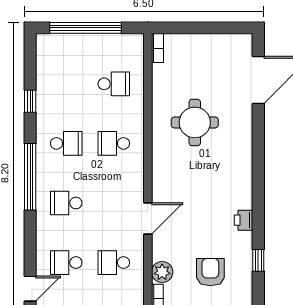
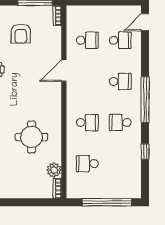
plant: (162, 272) -> (54, 170), moved

